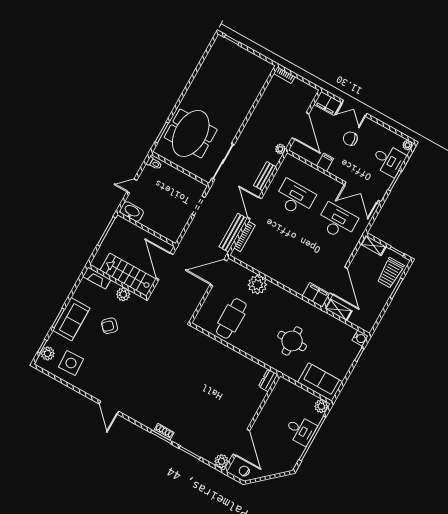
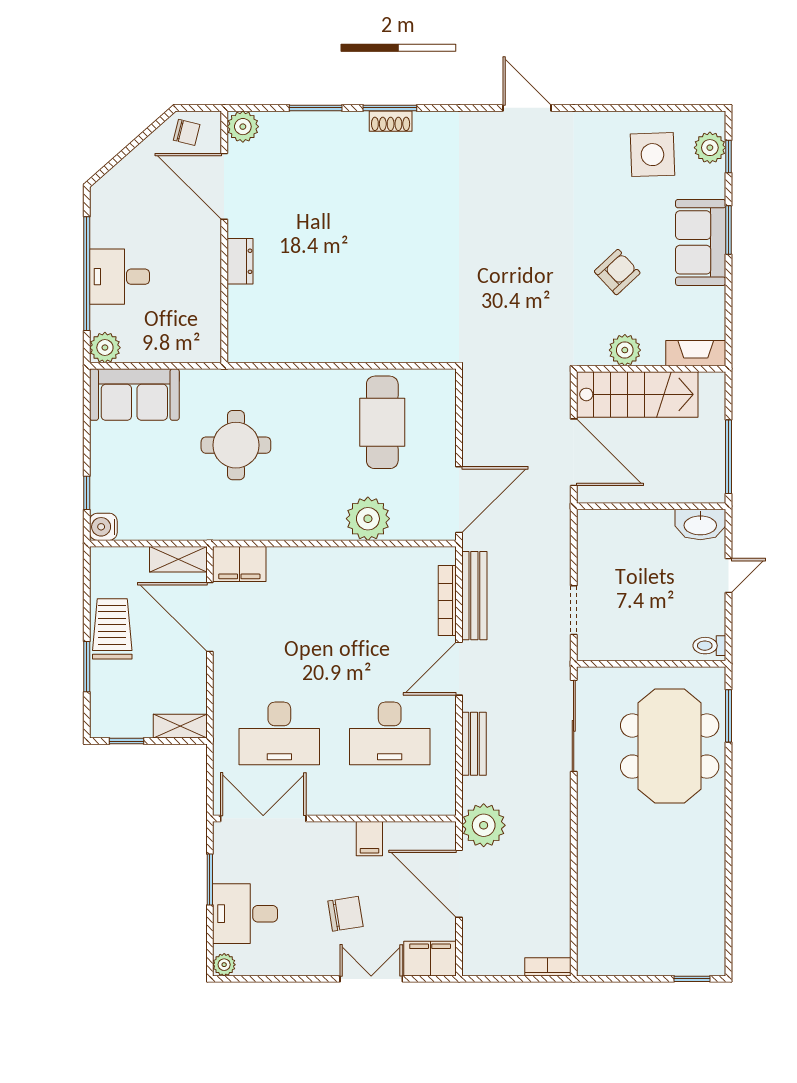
plant: (280, 149) -> (484, 825), width x1.88, depth x1.88
door: (255, 208) -> (459, 669), swing flipped
trolley: (390, 273) -> (112, 629), moved
dresser: (268, 380) -> (240, 261), moved

